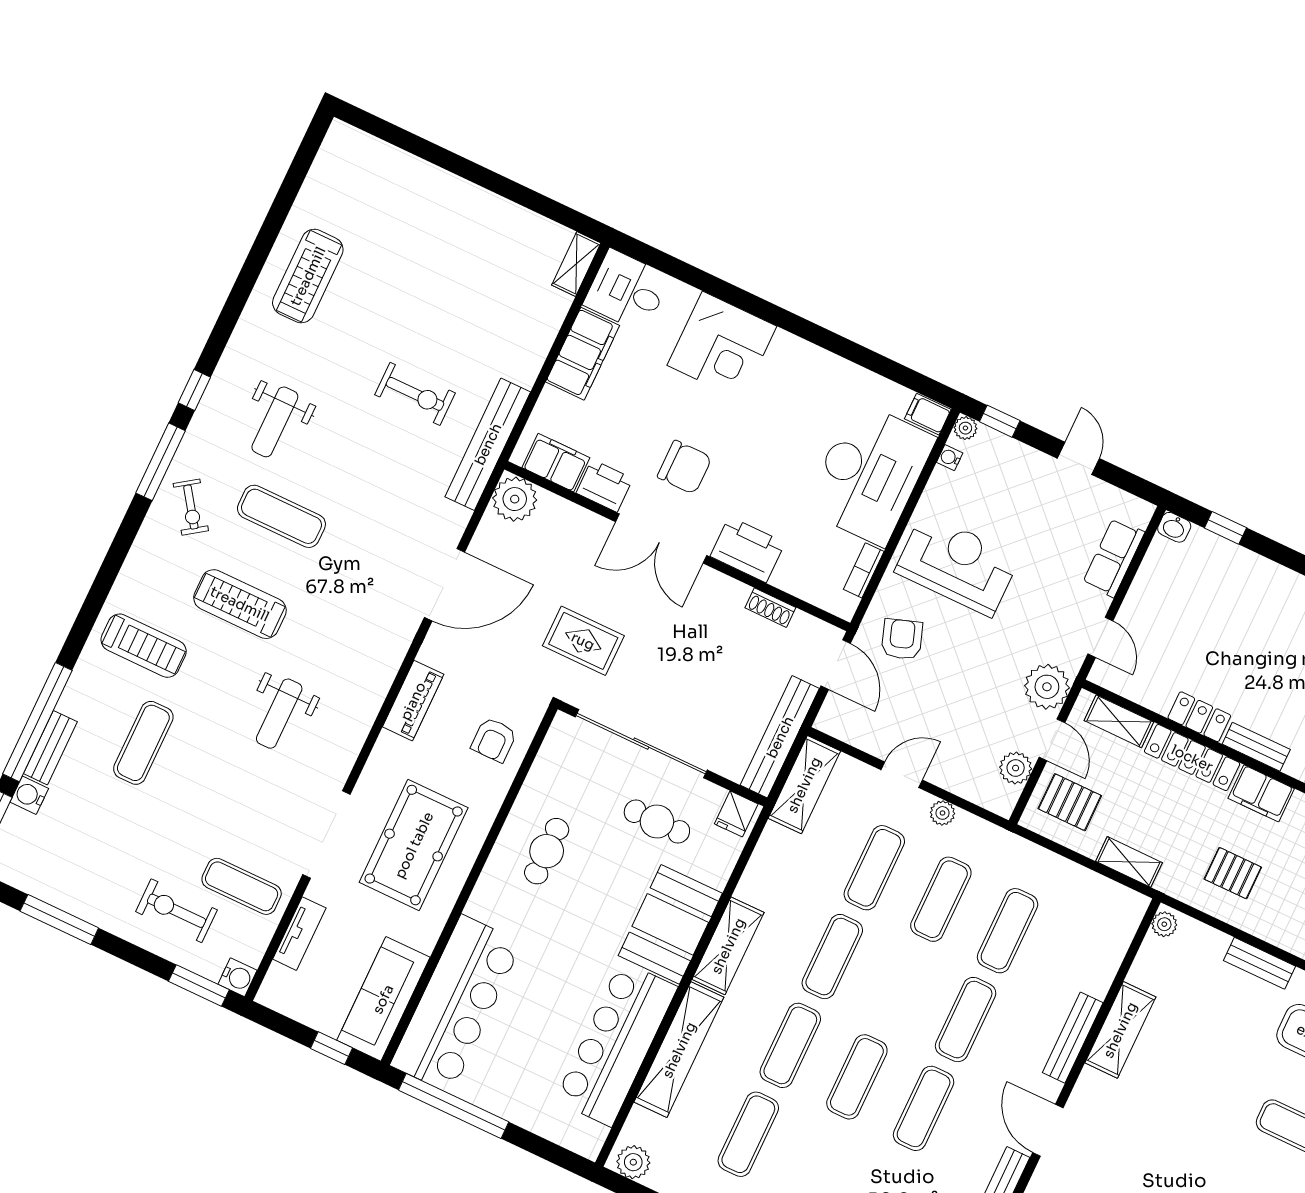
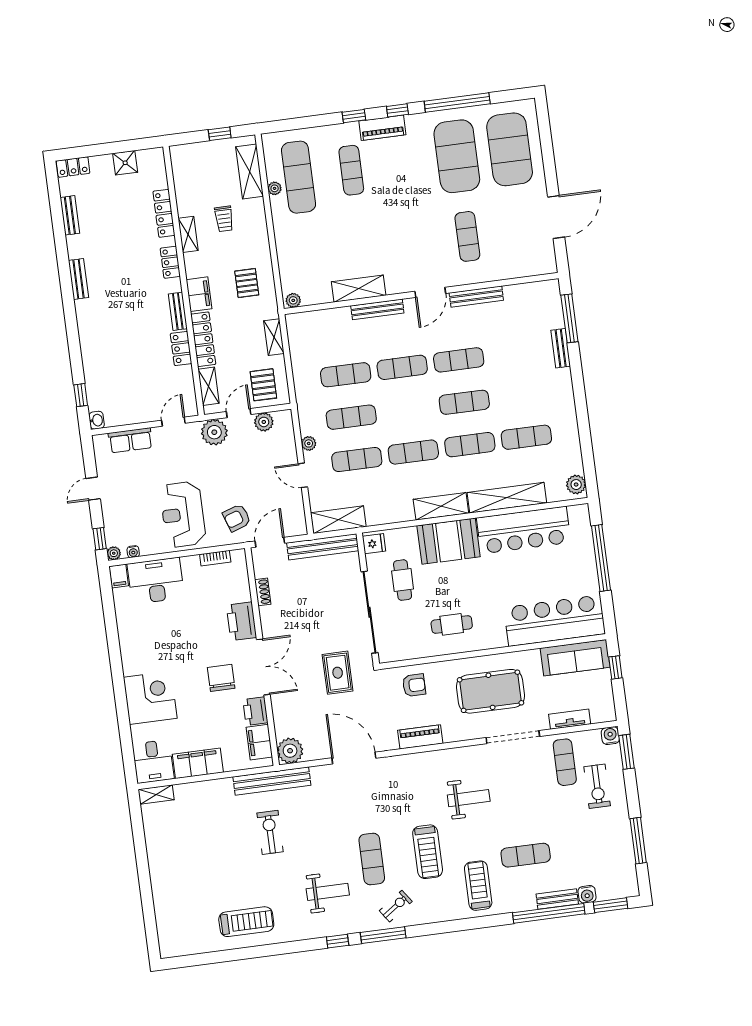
desk: (870, 474) -> (156, 581), width x0.73, depth x0.77
bench: (1260, 963) -> (282, 242), removed
window: (454, 1106) -> (601, 558), moved

